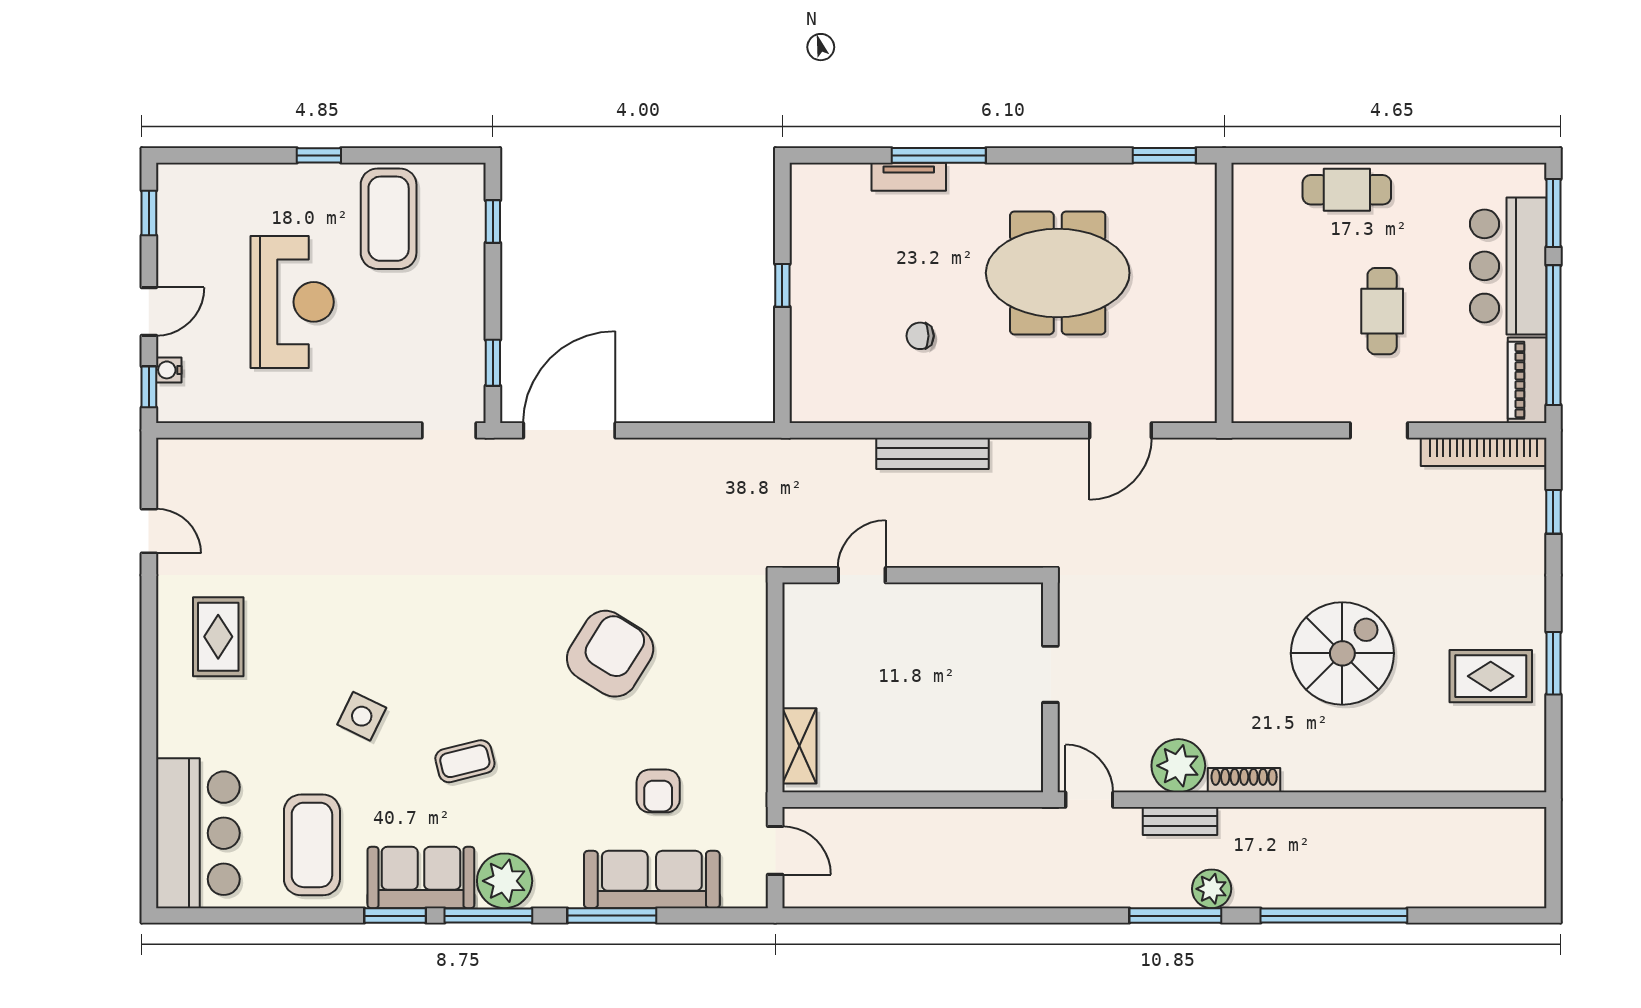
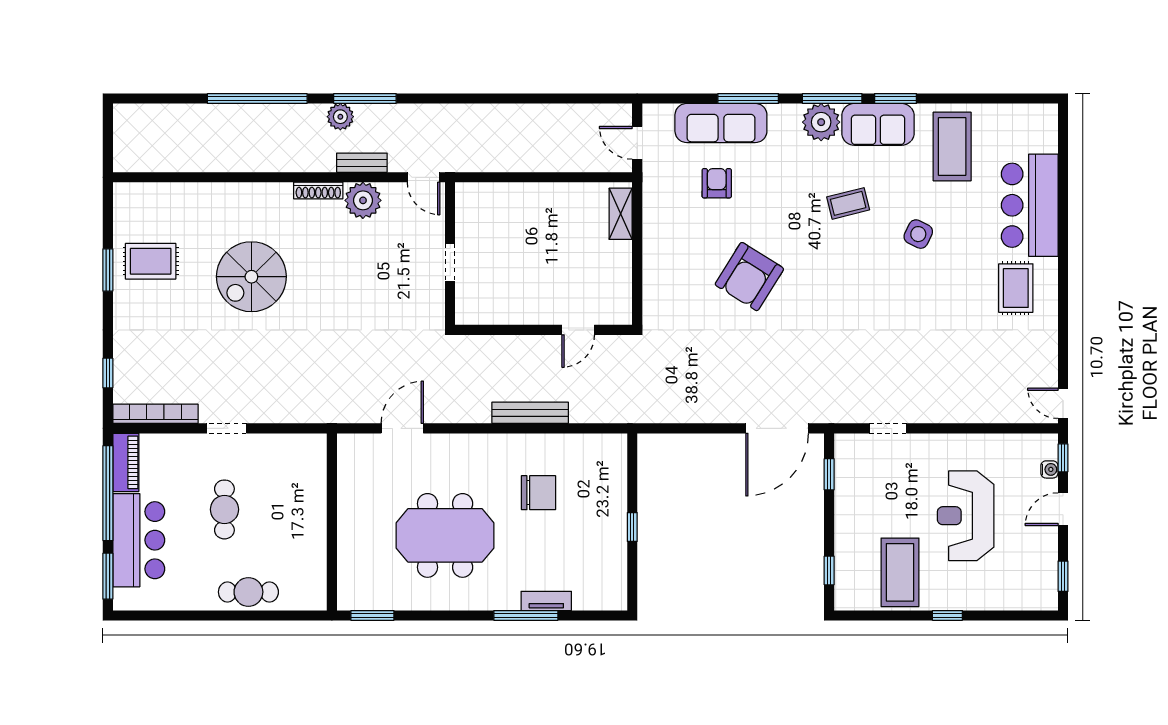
chair: (920, 336) -> (539, 493), width x1.87, depth x1.87
doorway: (449, 430) -> (888, 428), moved
door: (149, 531) -> (1063, 403), moved
bar counter: (198, 833) -> (1030, 205), moved

